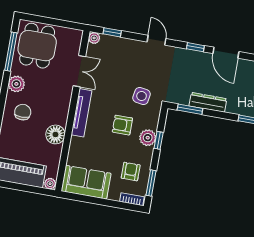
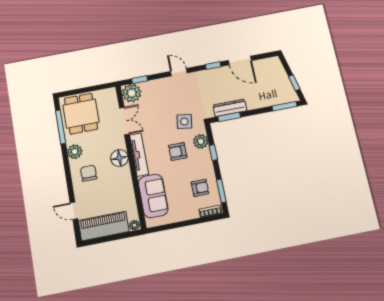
plant: (94, 38) -> (132, 93), width x1.88, depth x1.88
dresser: (208, 102) -> (230, 108), moved
floor lamp: (55, 134) -> (119, 158), moved
plant: (148, 138) -> (201, 141), moved
armchair: (131, 172) -> (200, 188), turned 90
sofa: (86, 182) -> (153, 196), moved, turned 90

